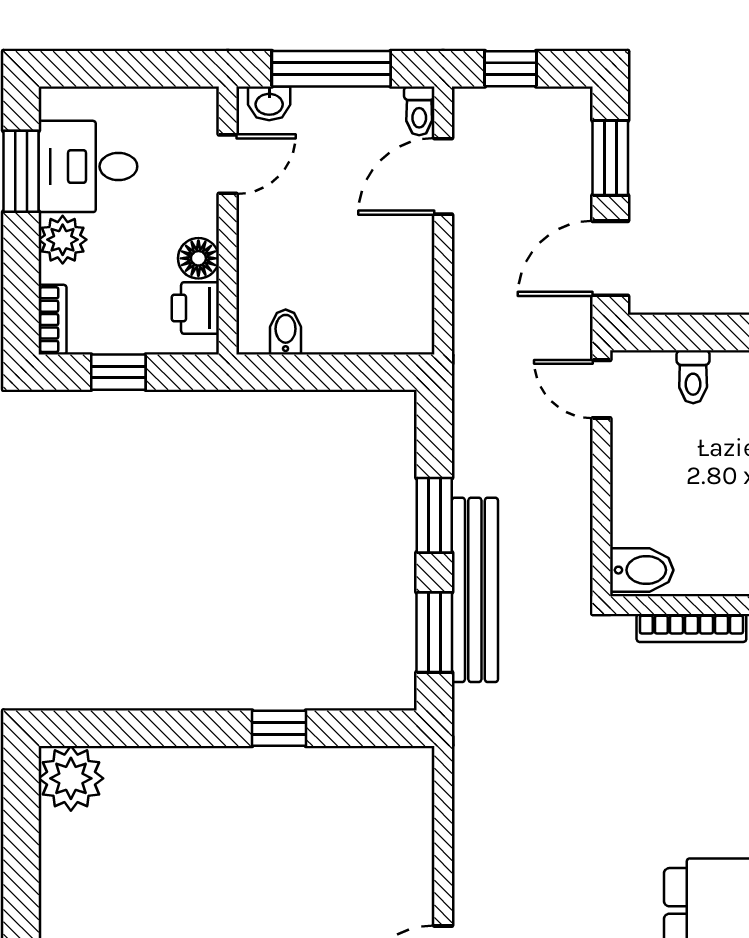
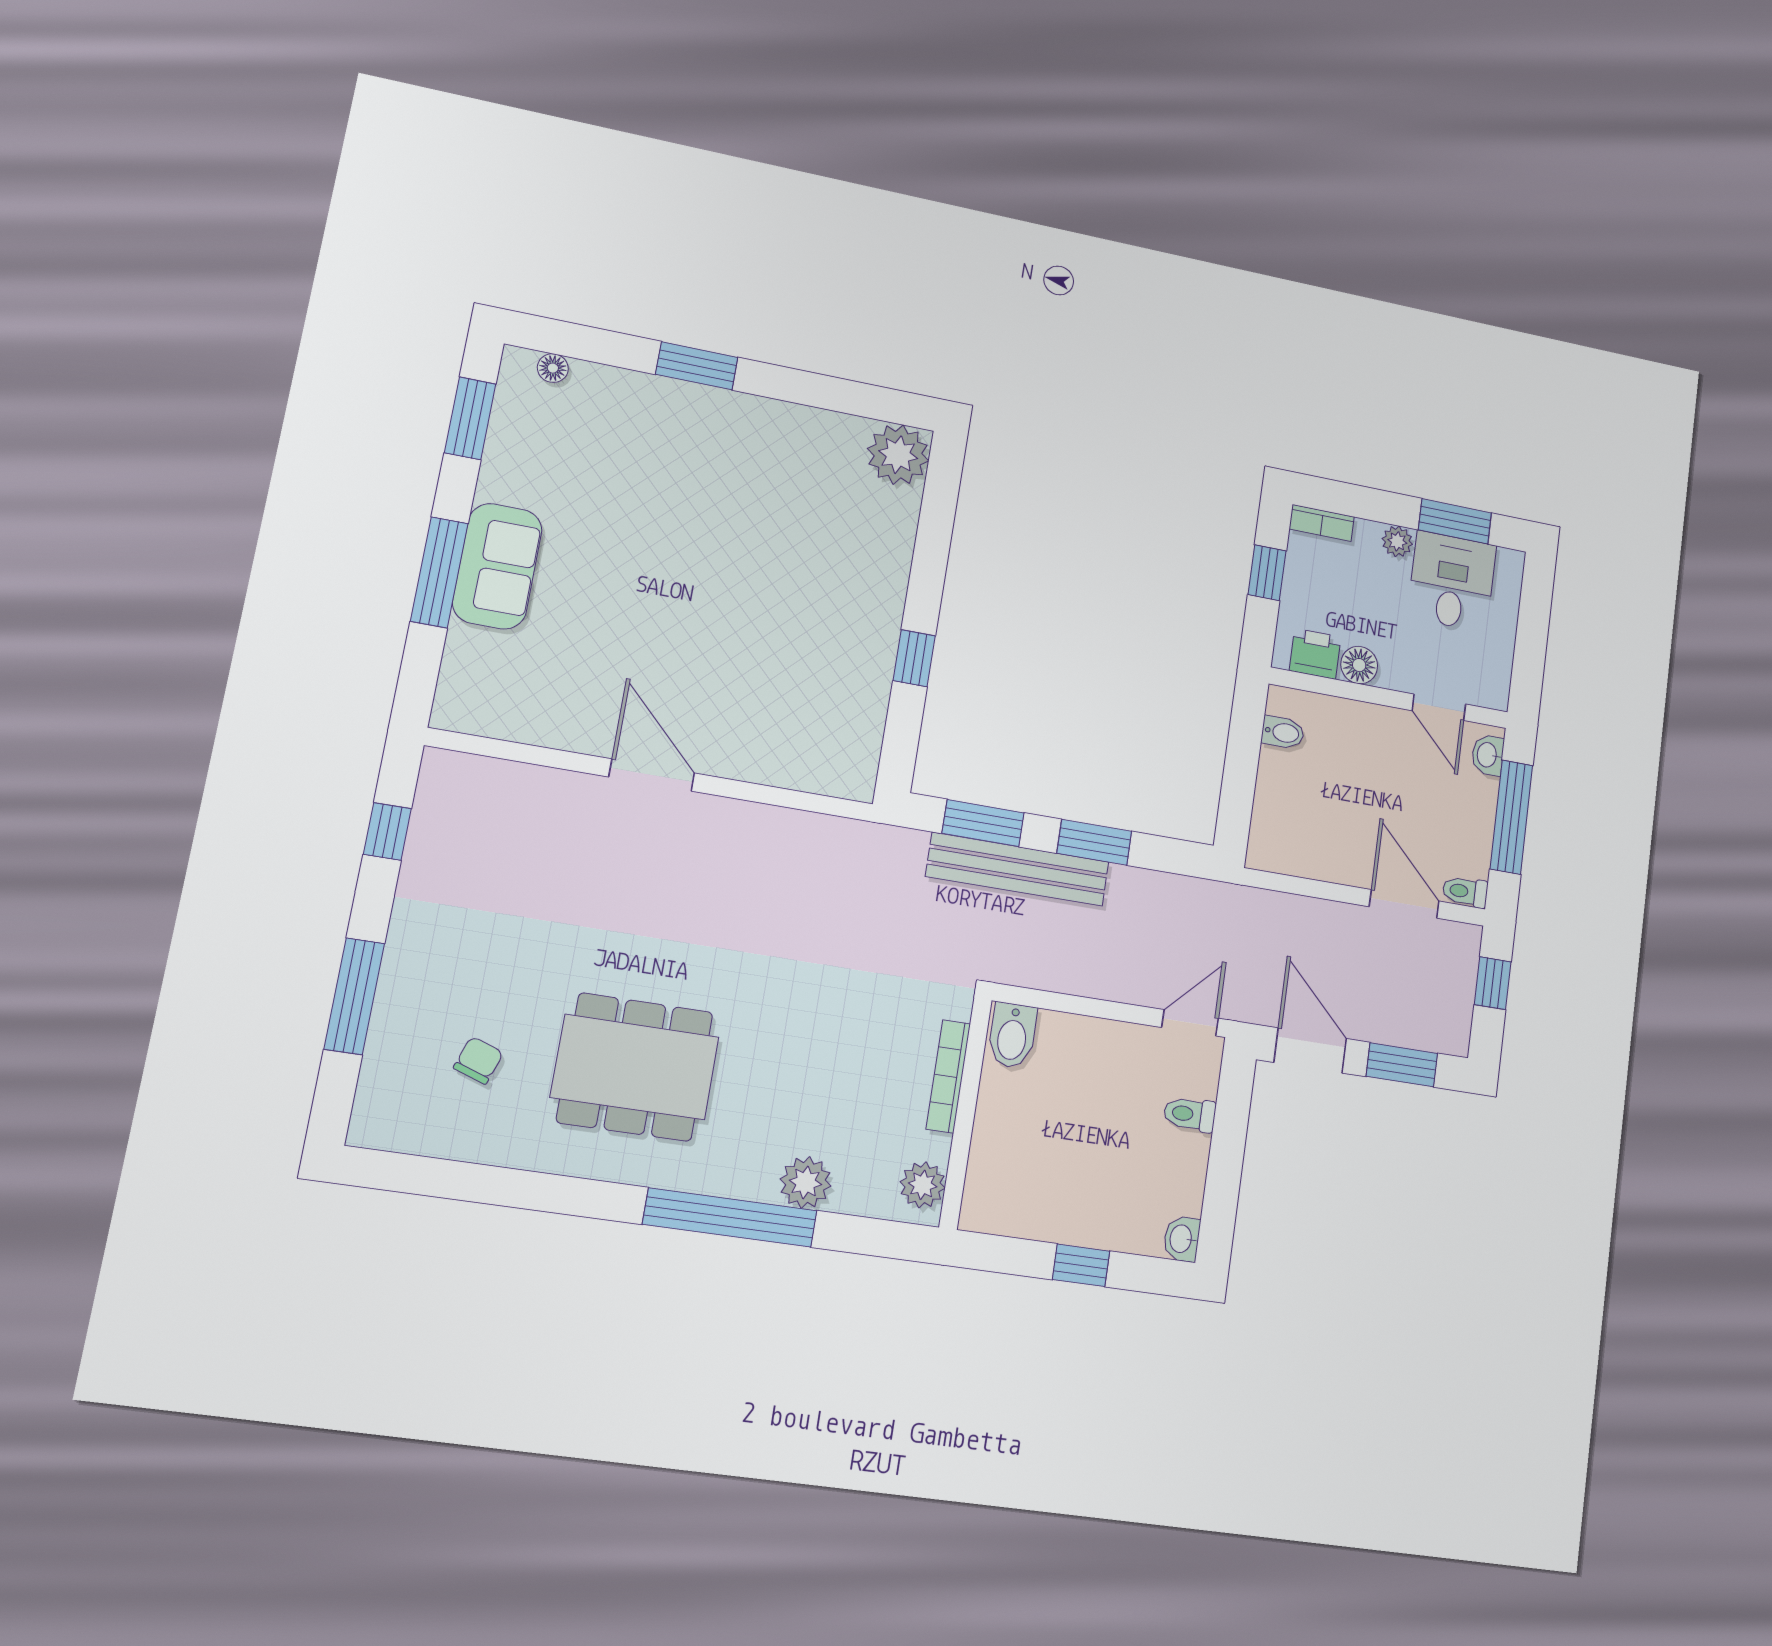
plant: (63, 240) -> (1397, 541), width x0.73, depth x0.73

